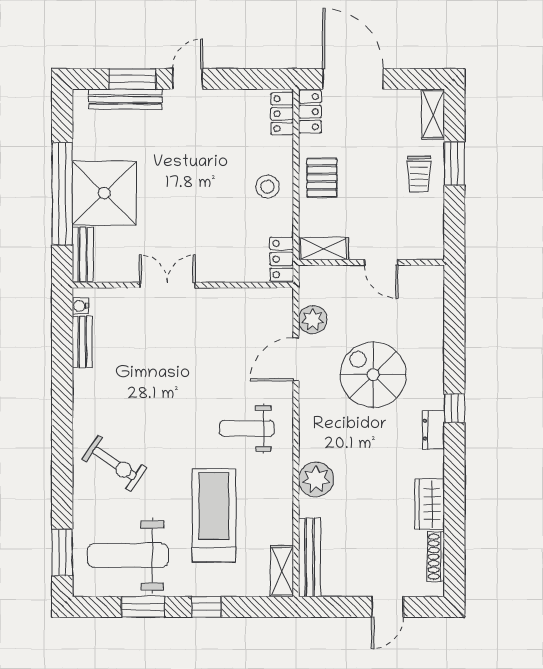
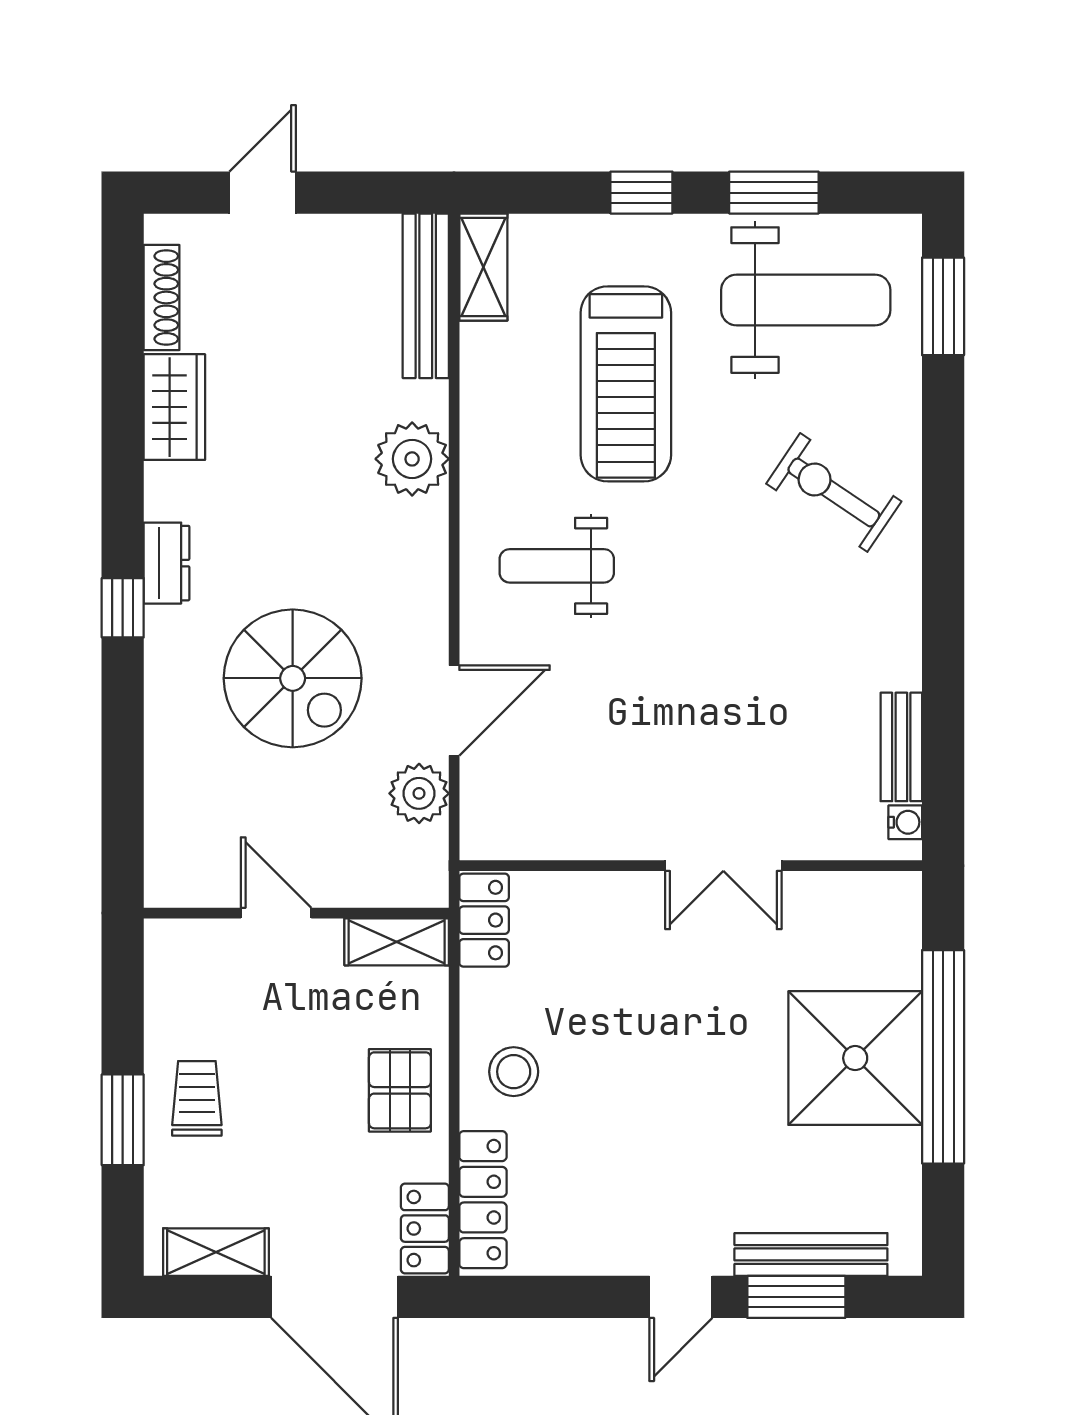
locker: (282, 114) -> (483, 1200), width x1.53
shelving: (433, 114) -> (216, 1252), moved, turned 90
bench: (83, 254) -> (900, 930), removed
weight bench: (247, 428) -> (557, 566), turned 180

